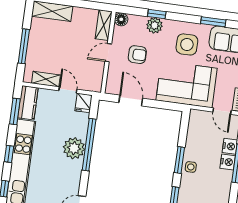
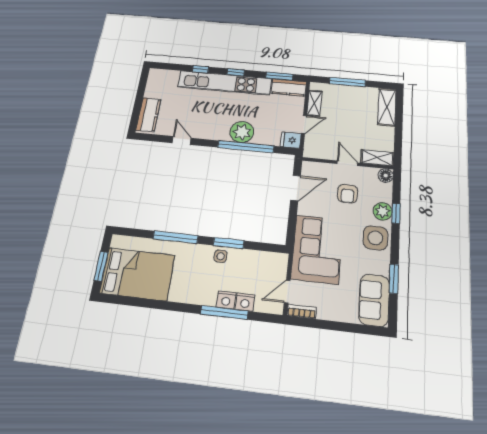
side table: (187, 44) -> (375, 238), moved

